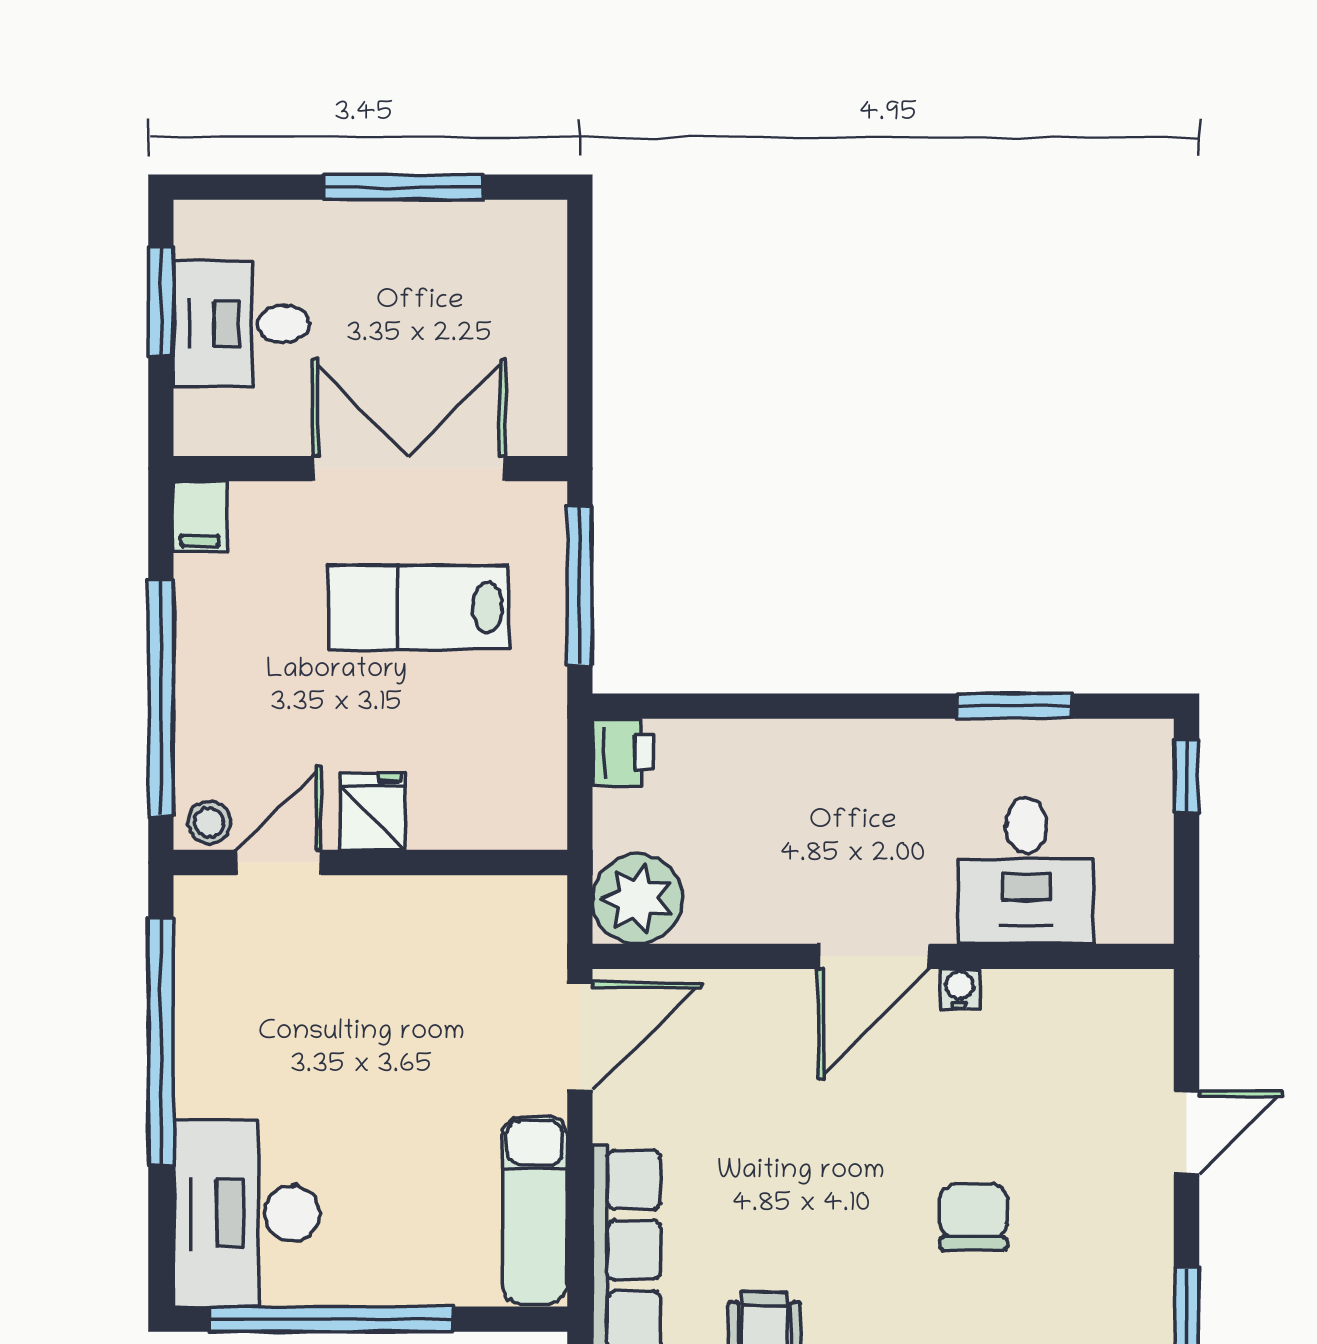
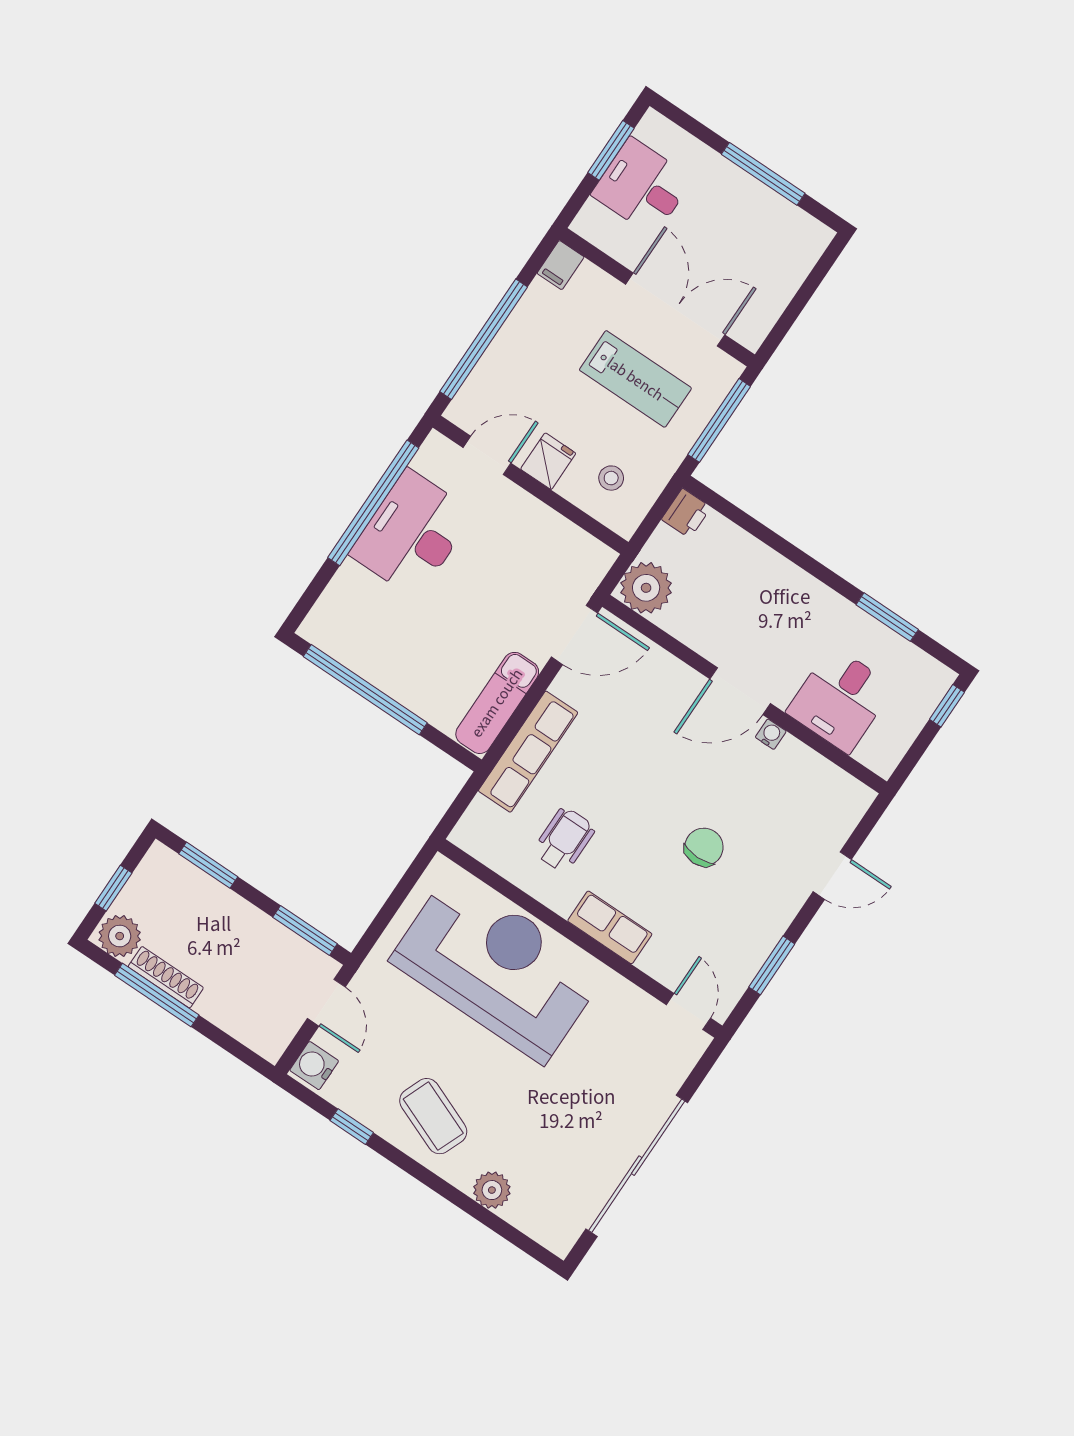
lab bench: (419, 608) -> (635, 379), turned 180
stool: (209, 822) -> (611, 478), moved
desk: (247, 1213) -> (412, 534), moved

